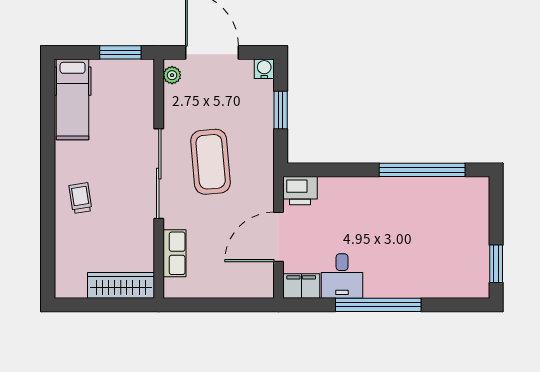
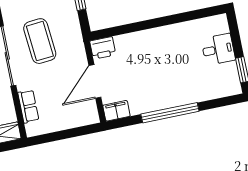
window: (422, 170) -> (181, 18), removed
desk: (342, 276) -> (218, 49), moved, turned -90

